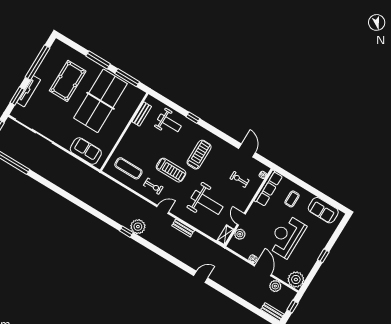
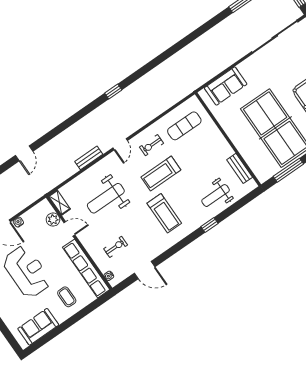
row of seats: (268, 188) -> (86, 268), width x1.36
plant: (138, 227) -> (113, 107), removed

